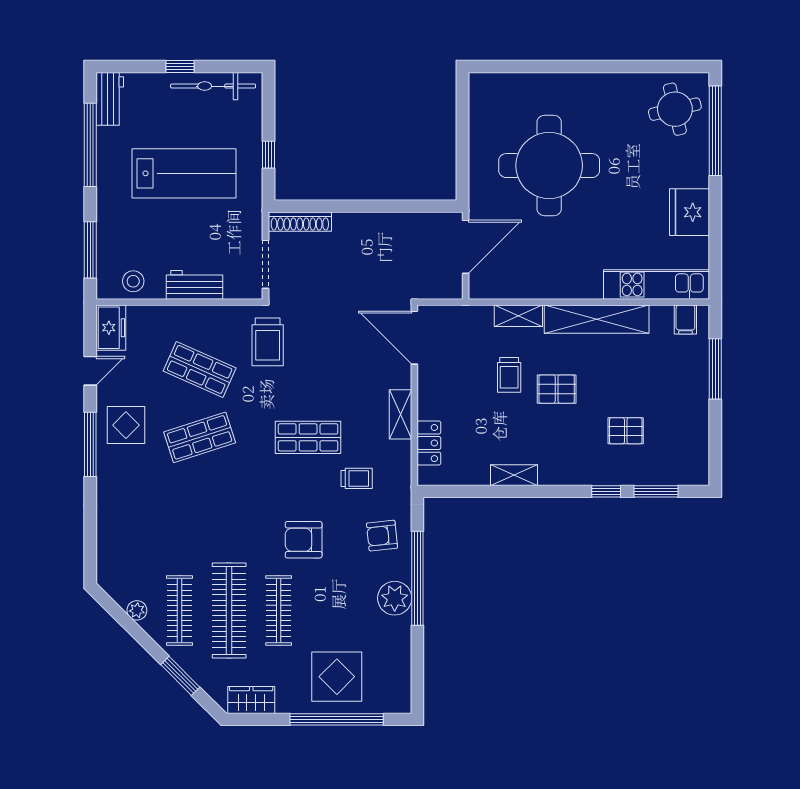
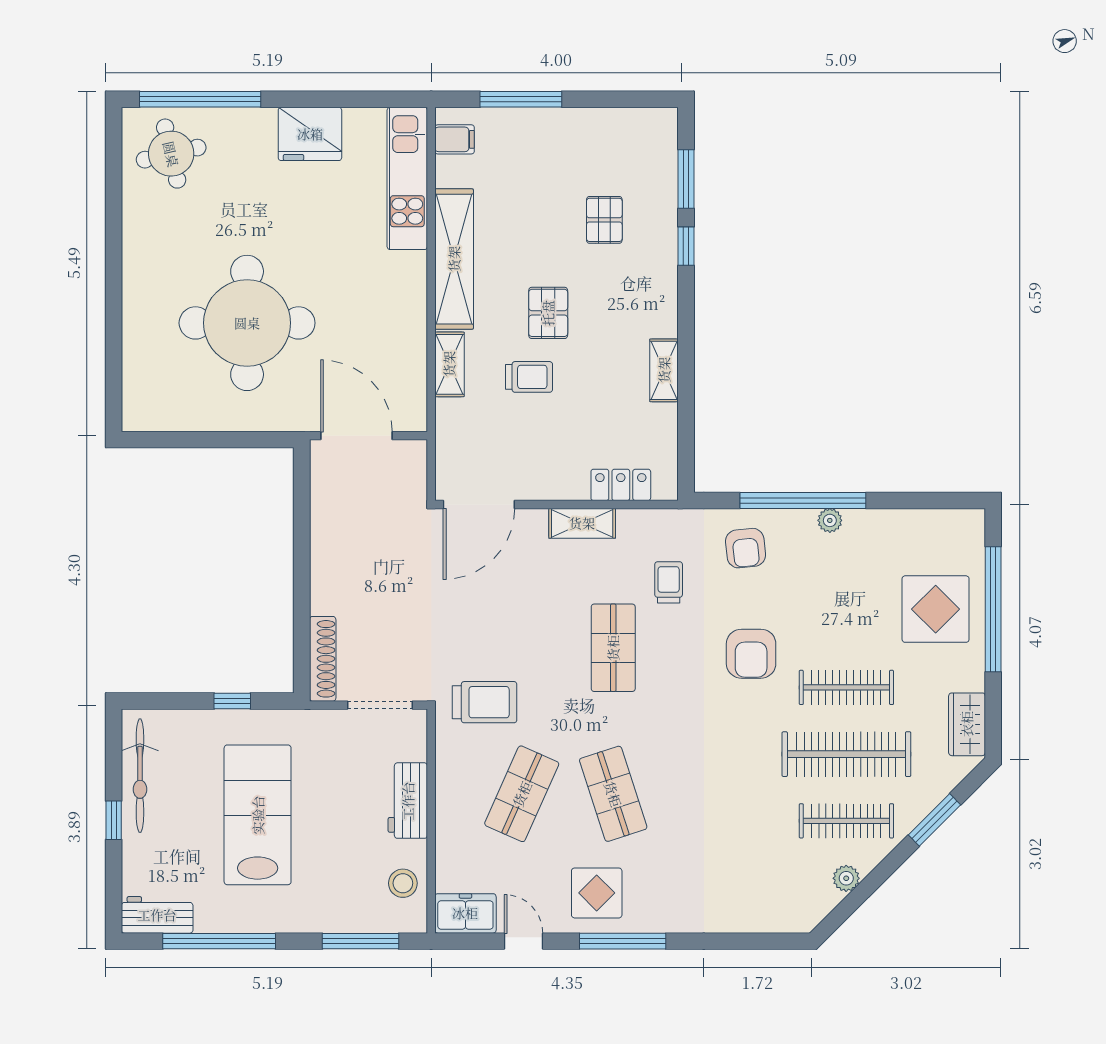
plant: (395, 598) -> (830, 520), width x0.53, depth x0.53

